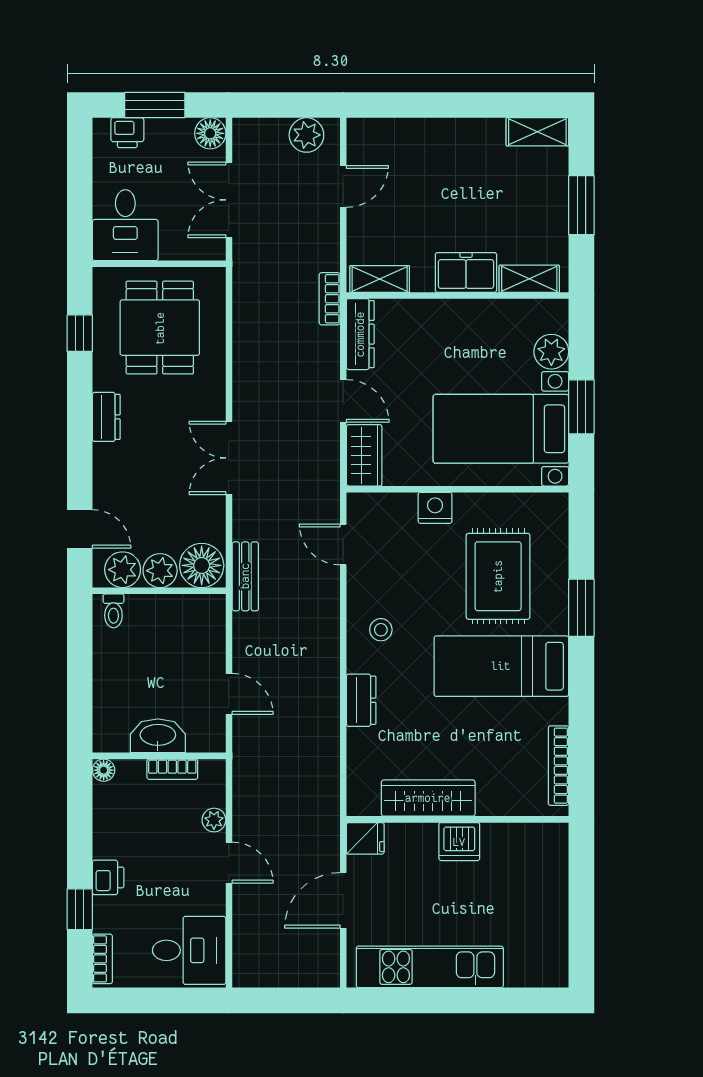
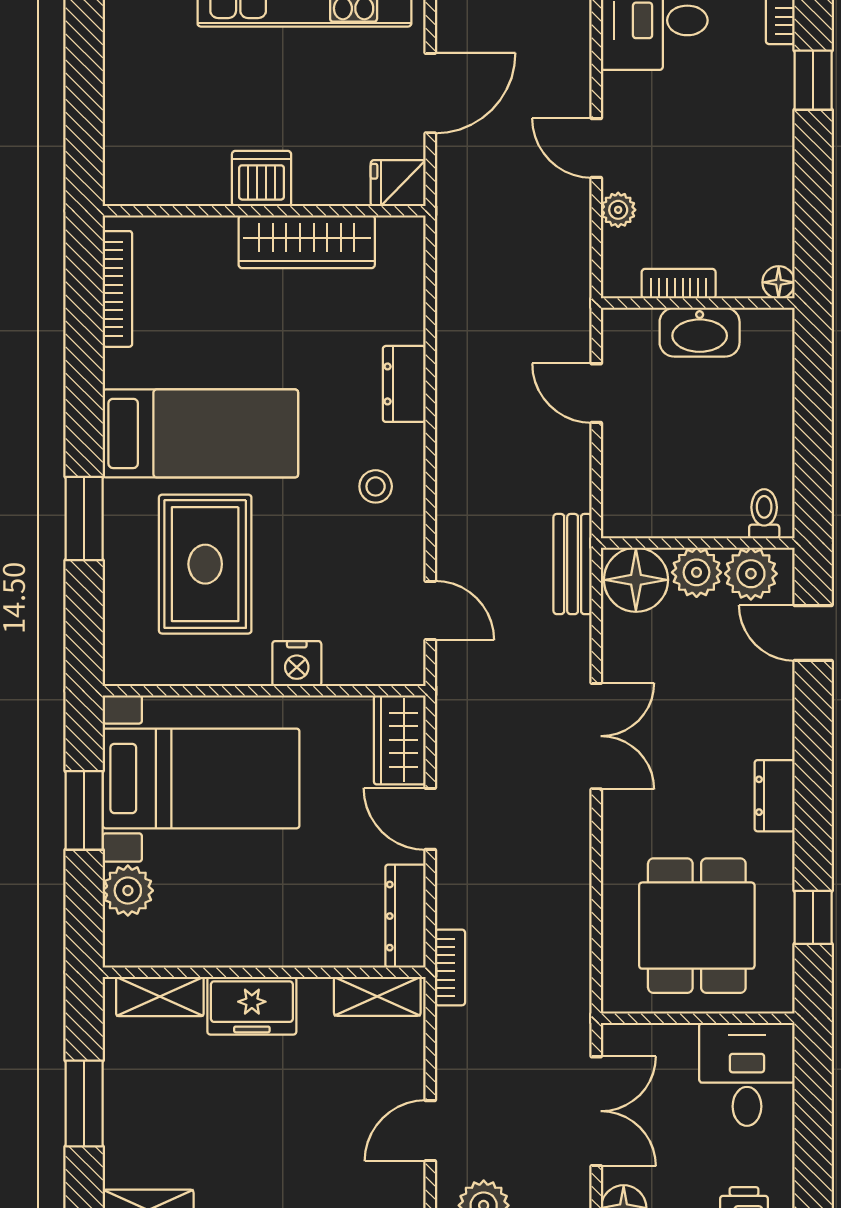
printer: (108, 877) -> (772, 126), removed

